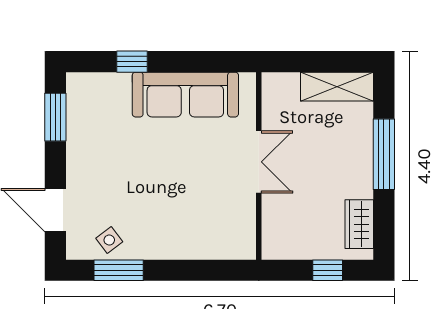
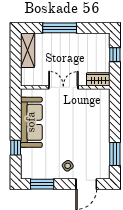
wardrobe: (359, 224) -> (98, 79), moved, turned 180
side table: (109, 240) -> (68, 166), moved

